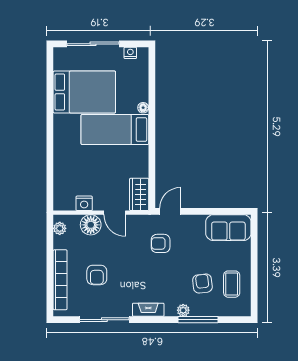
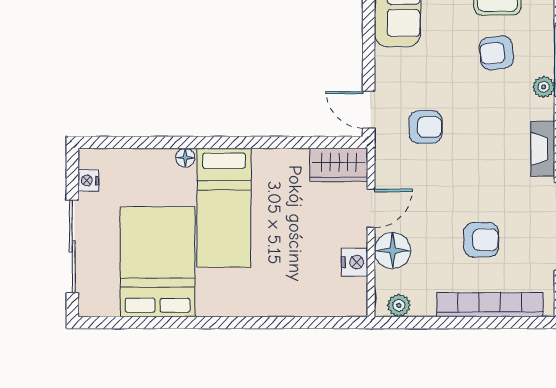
armchair: (161, 243) -> (426, 127), turned -90

